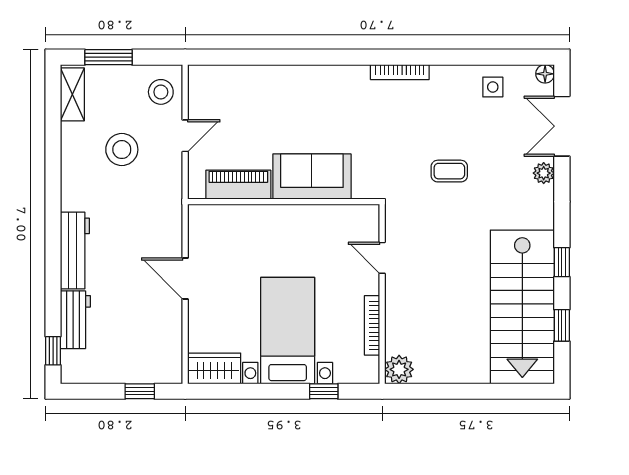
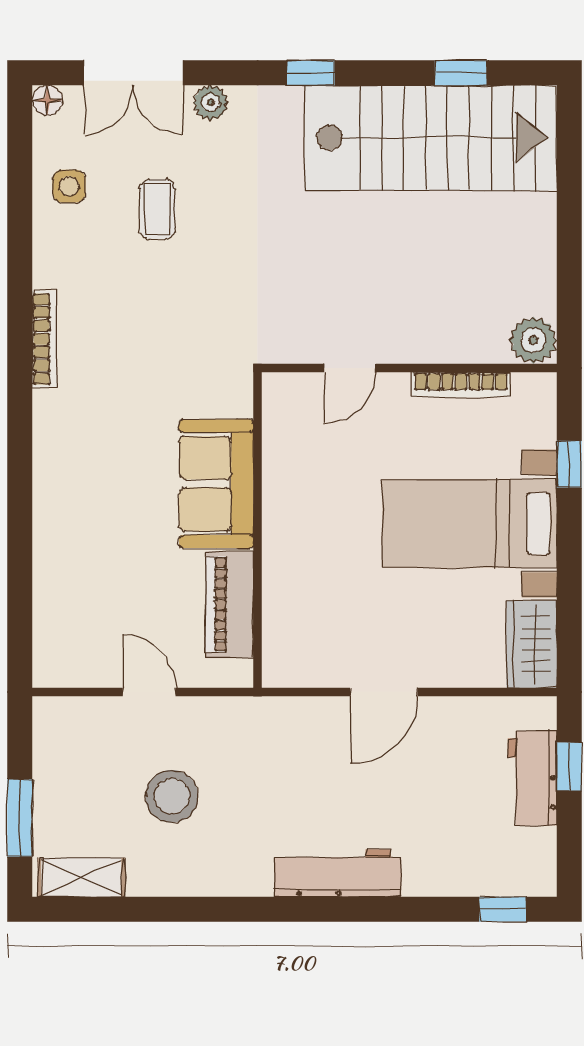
stool: (161, 92) -> (77, 732), removed
coffee table: (449, 171) -> (157, 209), moved
window: (562, 262) -> (311, 73), moved
workbench: (75, 320) -> (532, 778), moved, turned -90

